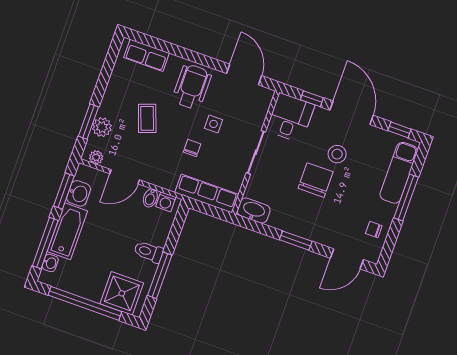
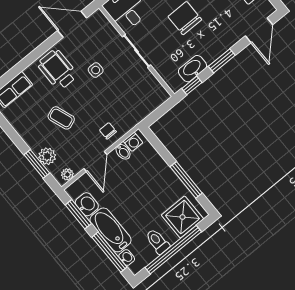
chair: (192, 148) -> (108, 131), moved
row of seats: (207, 194) -> (145, 107), removed
washbasin: (254, 211) -> (193, 69), moved
window: (254, 226) -> (192, 85), added
toilet: (149, 252) -> (157, 241), moved, turned 90

